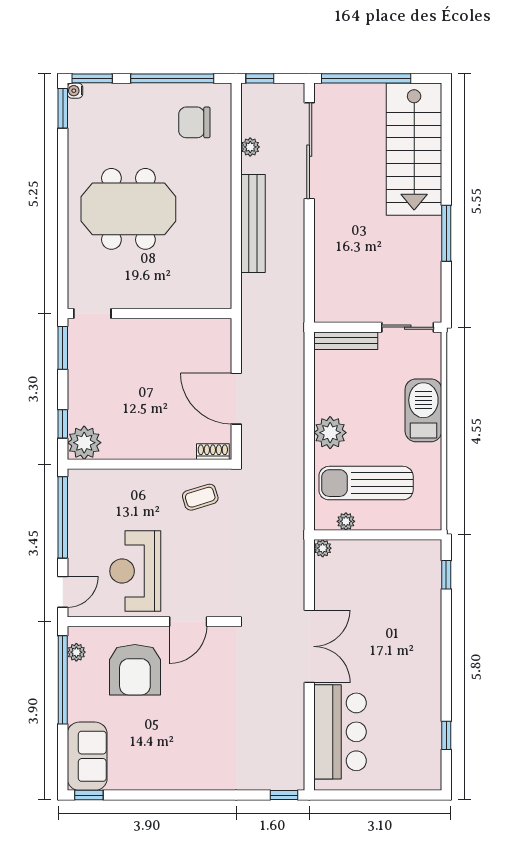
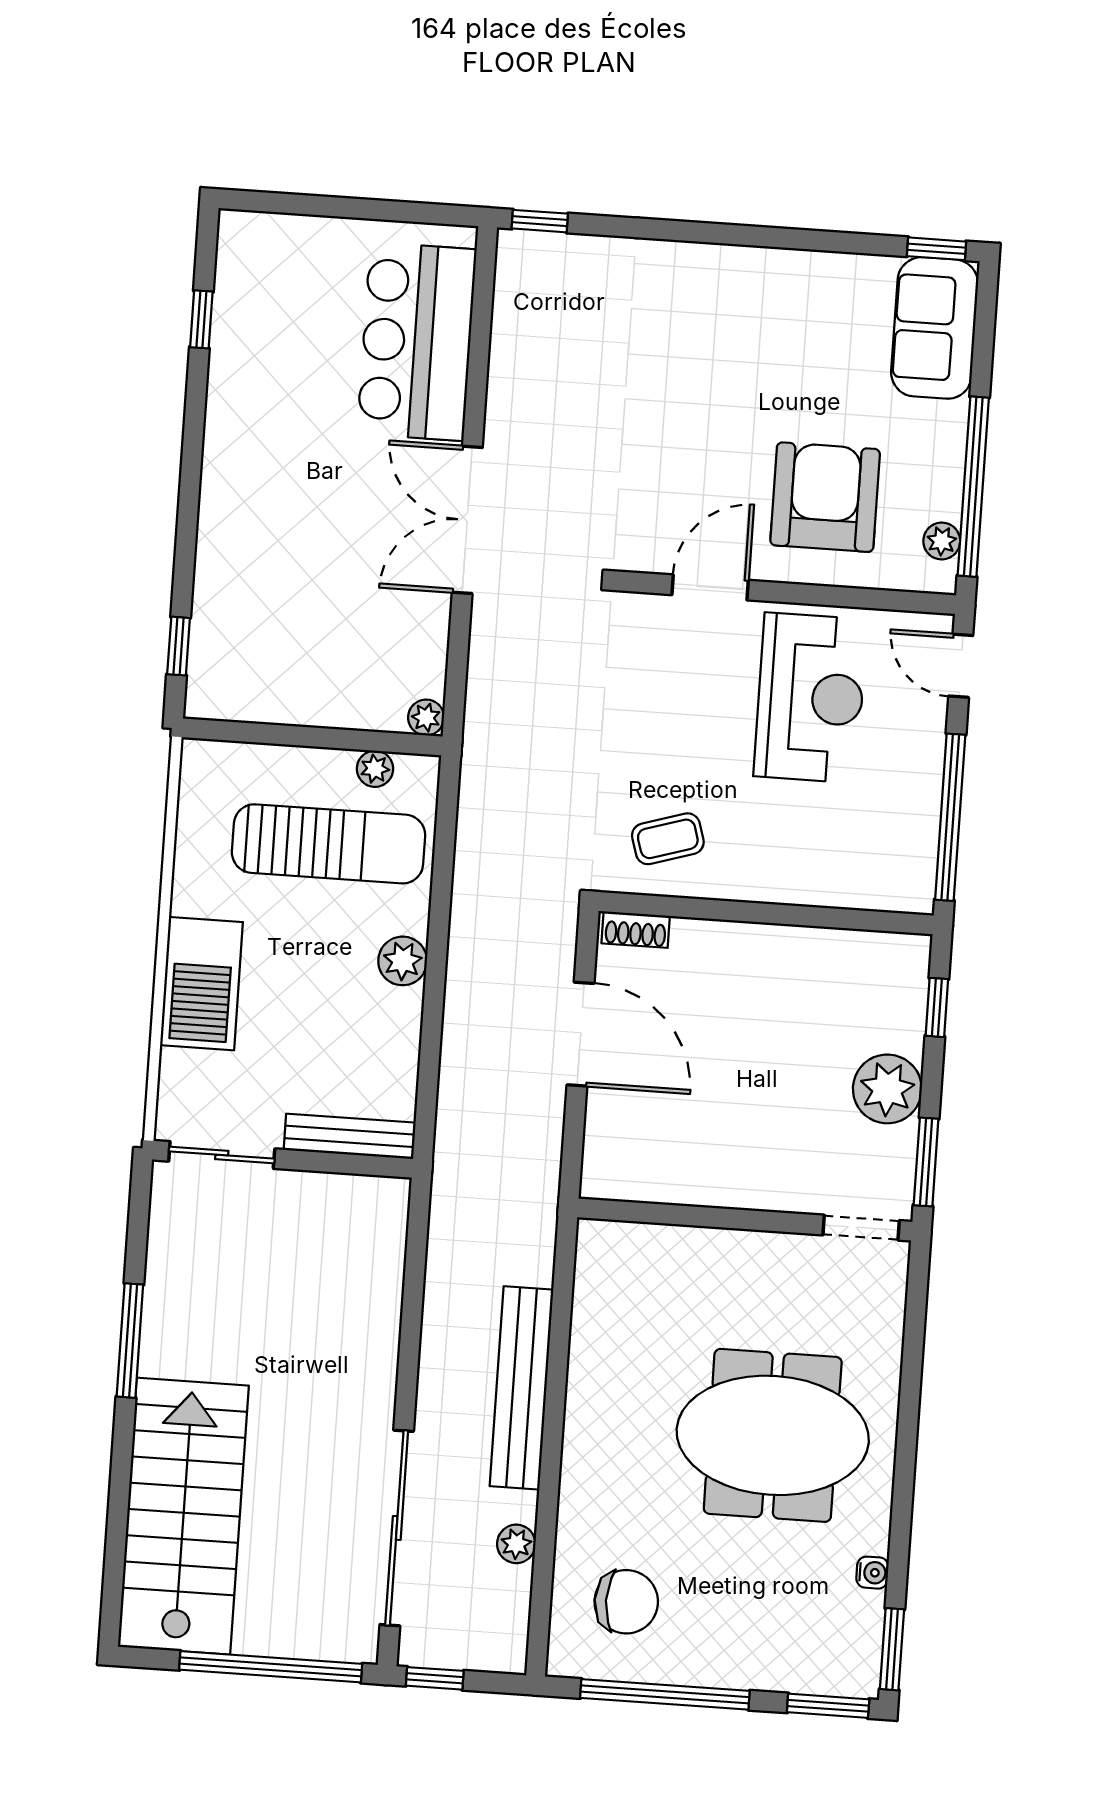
window: (260, 78) -> (435, 1678), moved
water cooler: (75, 91) -> (872, 1573), moved
plant: (330, 433) -> (403, 961), width x0.73, depth x0.73
plant: (84, 443) -> (887, 1089), moved
door: (63, 592) -> (961, 666), hinge flipped

